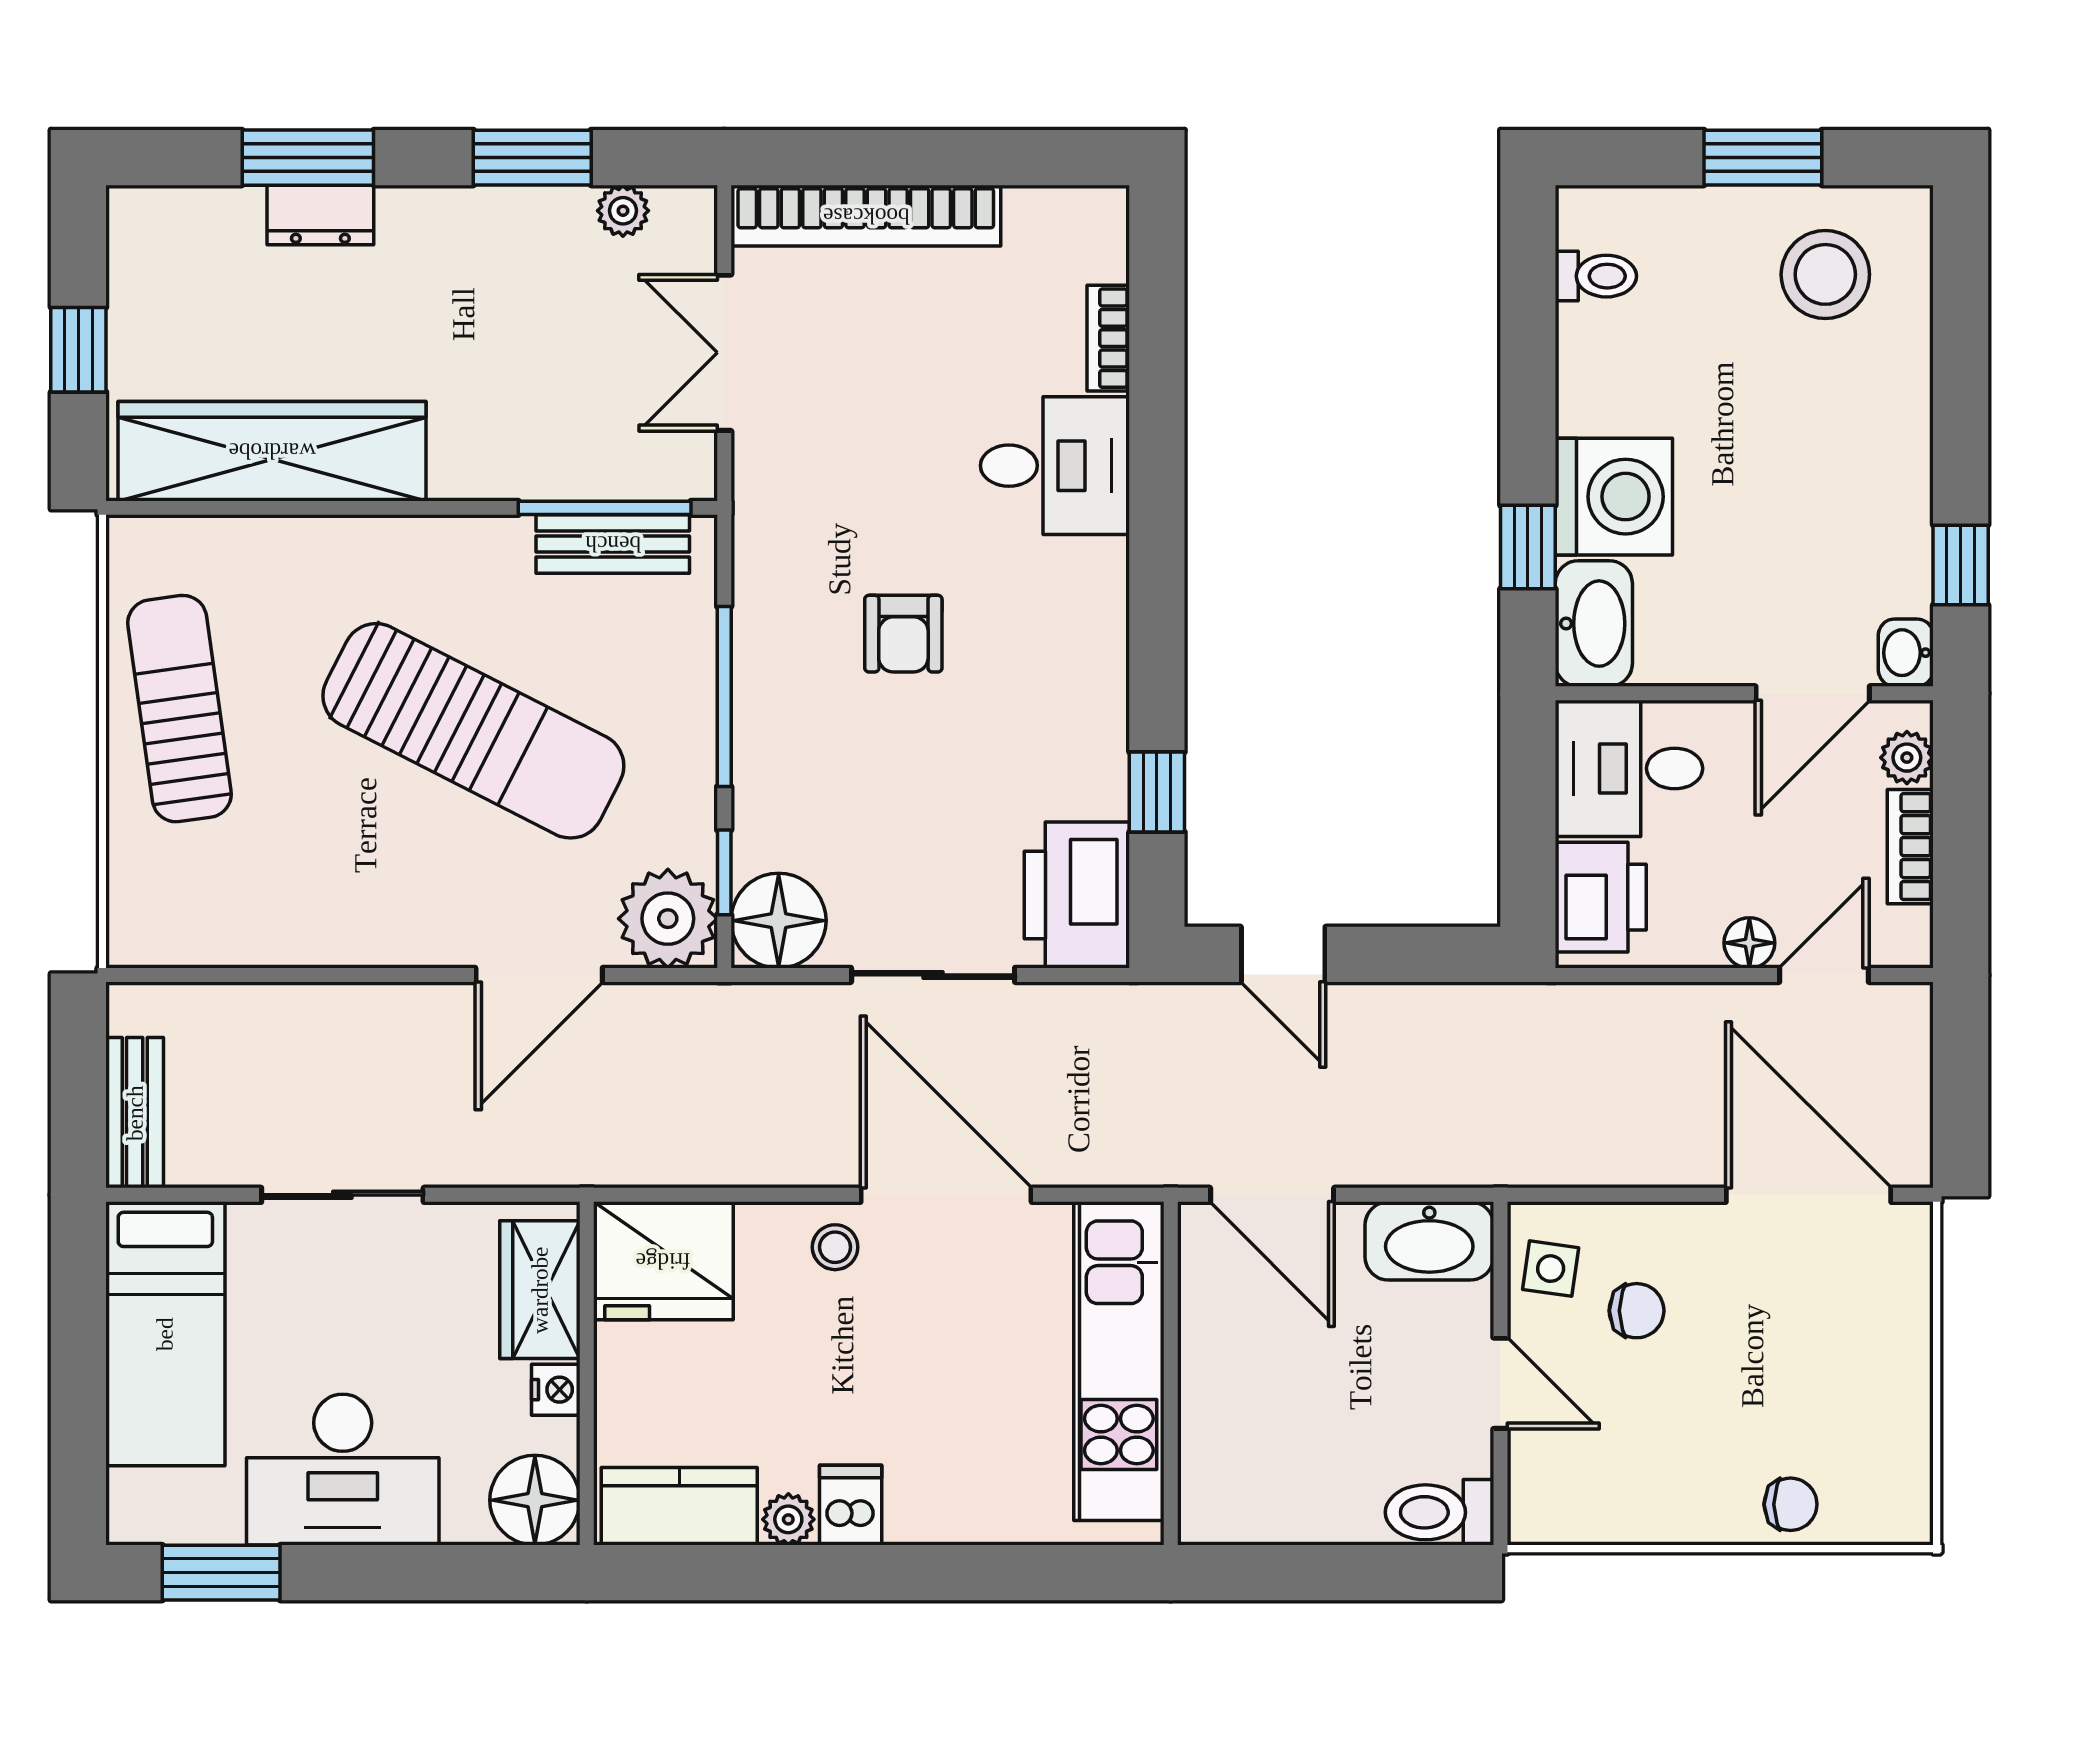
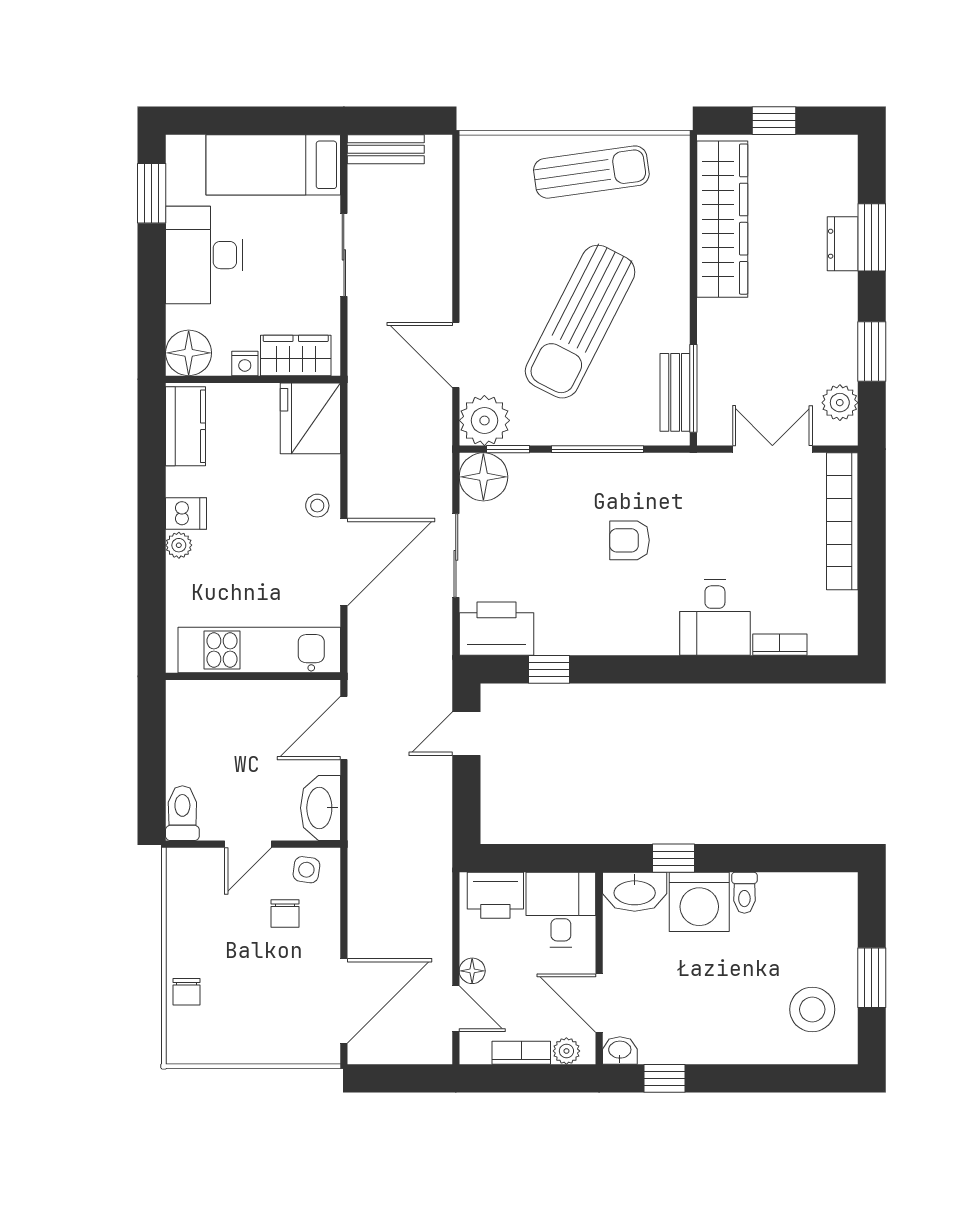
plant: (623, 211) -> (840, 403), width x1.38, depth x1.38
toilet: (1596, 276) -> (744, 893), moved
plant: (788, 1519) -> (179, 545), moved

